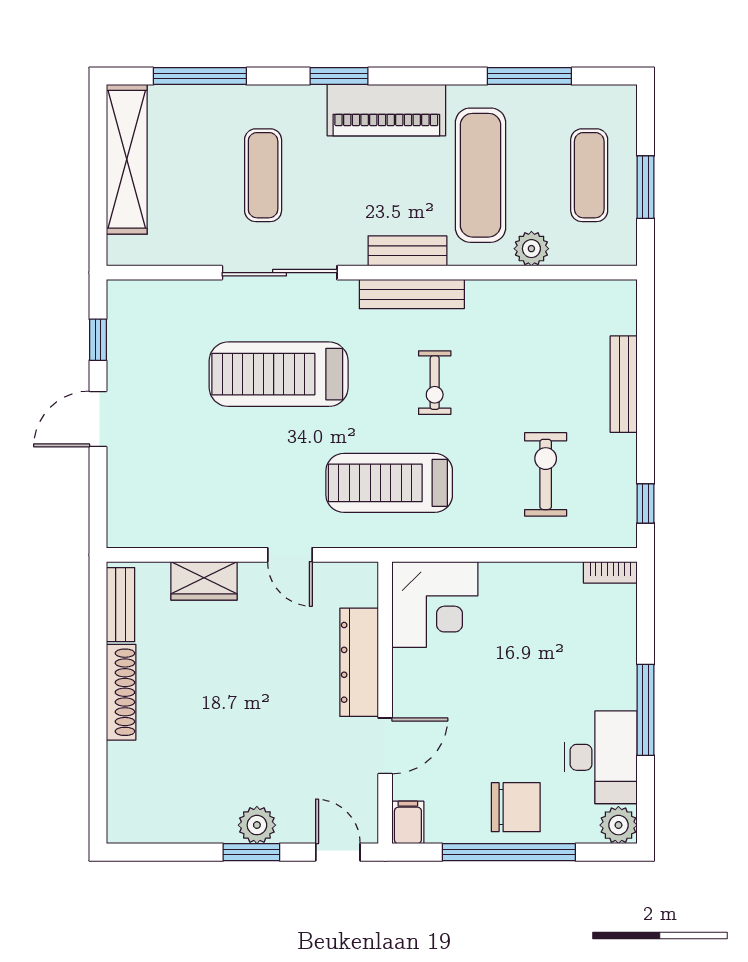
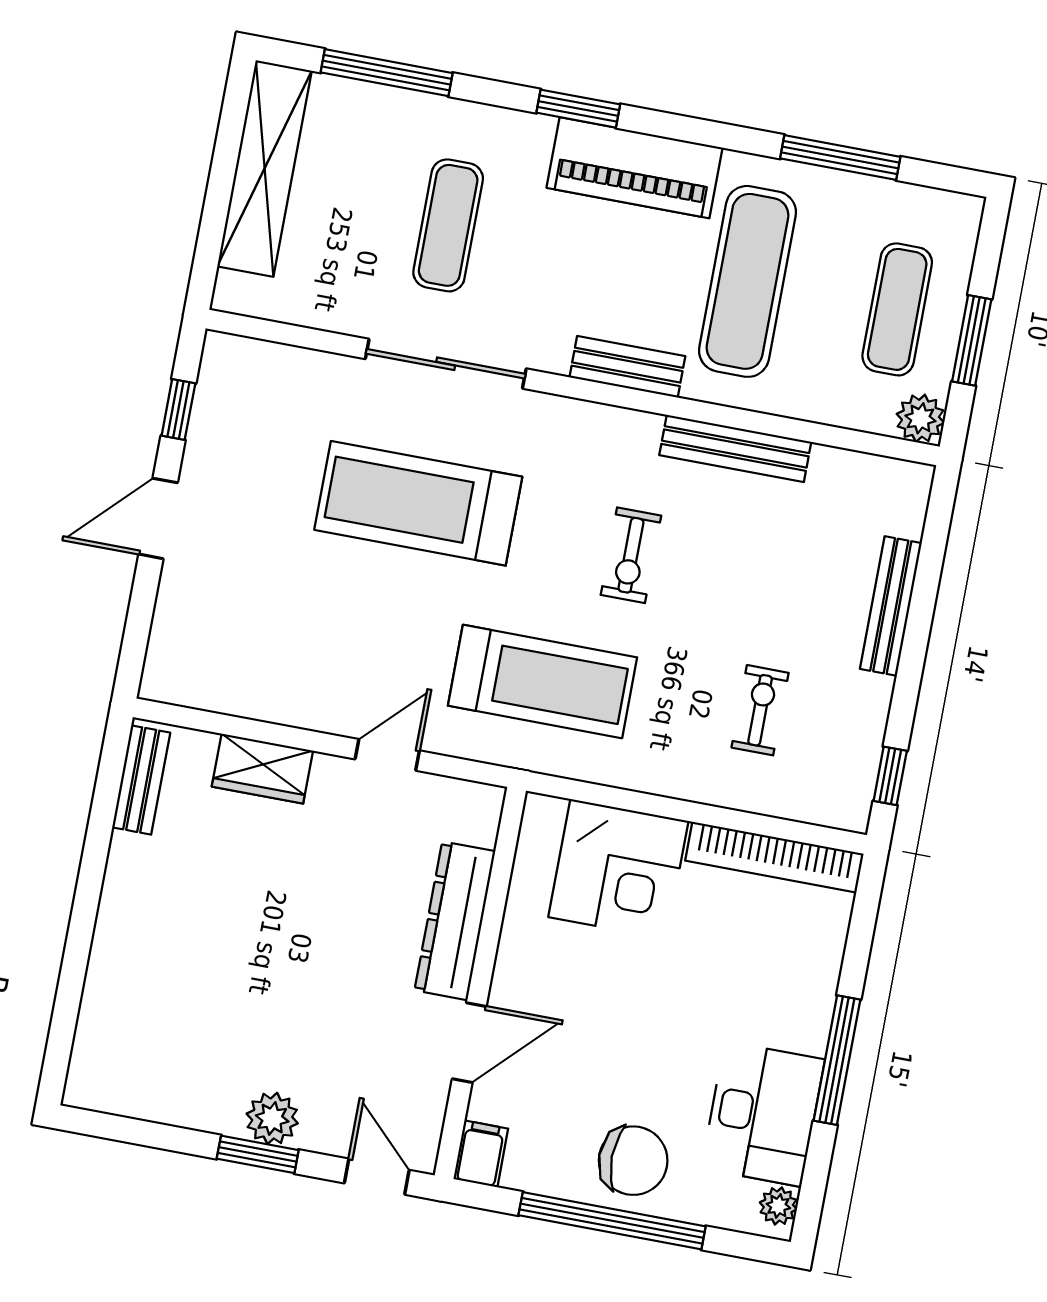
plant: (531, 249) -> (920, 418), moved
bench: (412, 294) -> (735, 448), moved
exercise bike: (546, 474) -> (760, 710), width x0.73, depth x0.72
treadmill: (389, 483) -> (542, 682), turned 180
door: (290, 555) -> (387, 755), swing flipped
bookcase: (610, 572) -> (774, 857), width x2.31, depth x1.31
corner desk: (435, 604) -> (618, 869), moved
shoe rack: (121, 692) -> (119, 901), removed
plant: (618, 825) -> (778, 1206), width x0.73, depth x0.73

